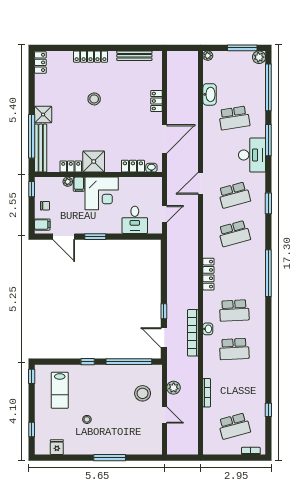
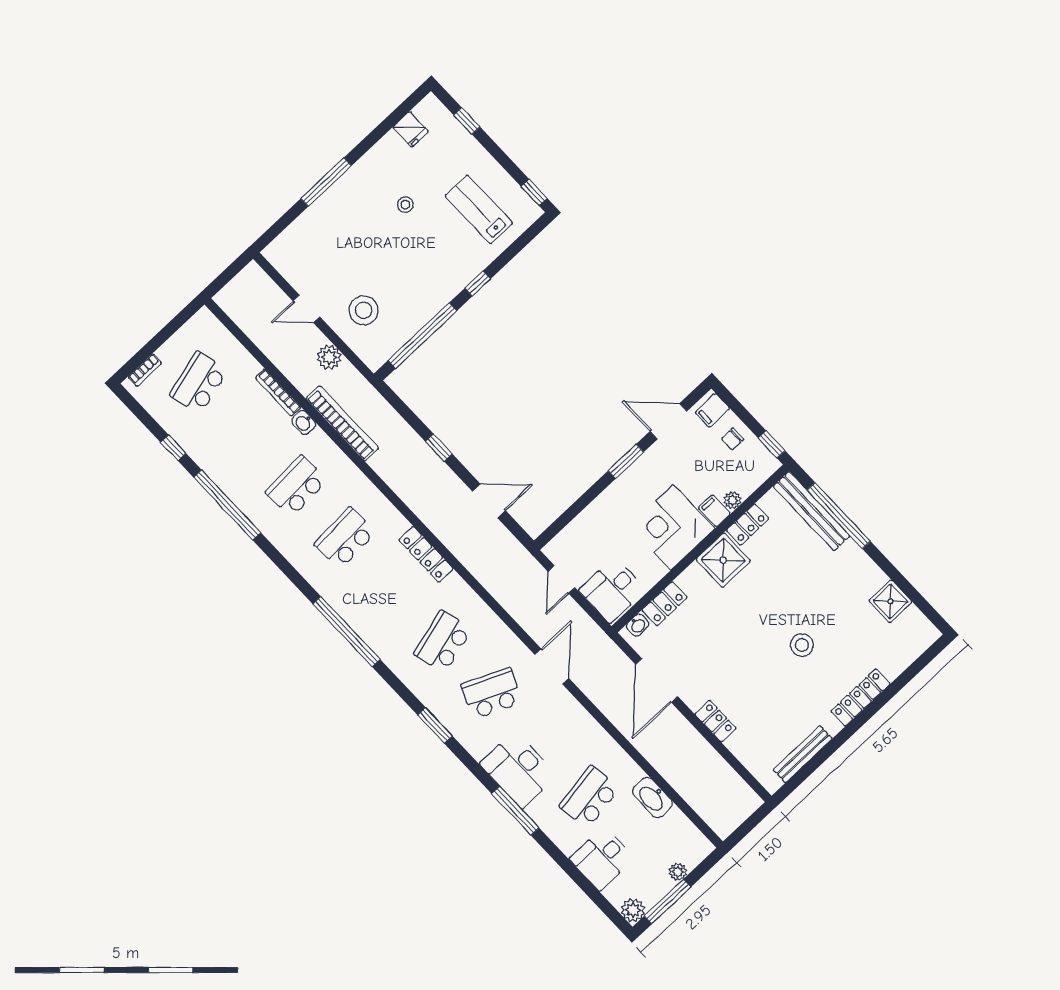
plant: (208, 56) -> (678, 872), moved
locker: (40, 62) -> (920, 626), removed
window: (268, 87) -> (227, 505), moved
desk: (252, 89) -> (602, 859), added
shower: (43, 115) -> (890, 601), moved
school desk: (234, 195) -> (492, 693), turned 39
desk: (135, 220) -> (612, 590), moved, turned -90
washbasin: (208, 329) -> (304, 423), moved
bookcase: (193, 333) -> (342, 423), moved
door: (164, 338) -> (489, 501), moved

